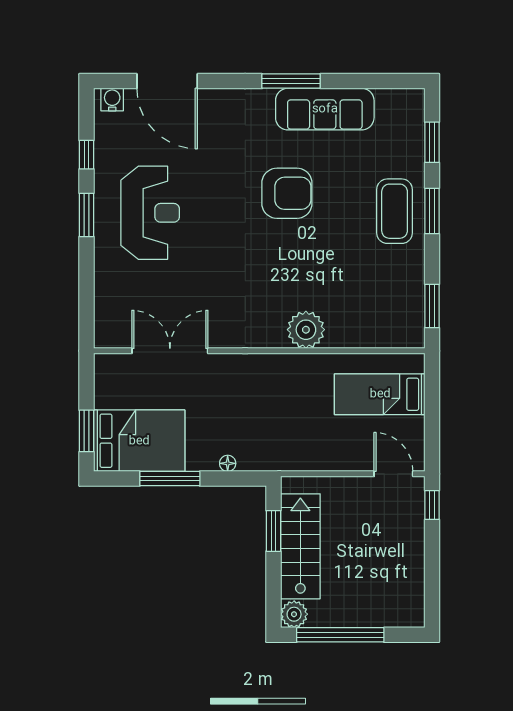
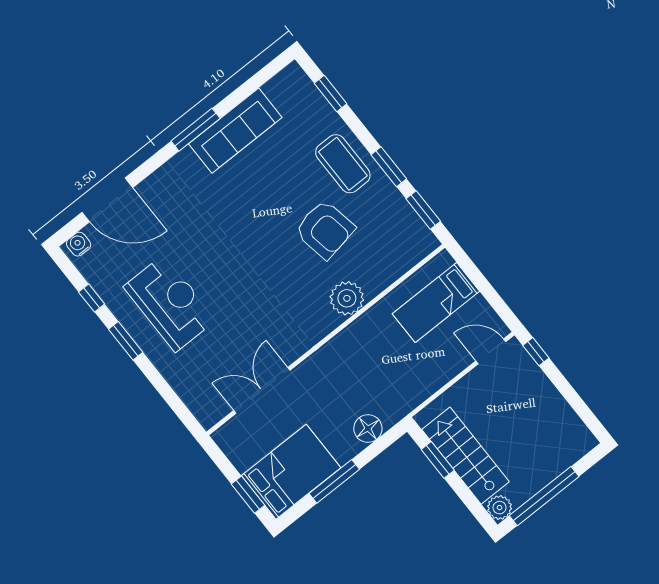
armchair: (287, 193) -> (325, 229), moved, turned 80
window: (432, 211) -> (389, 167), moved
floor lamp: (228, 463) -> (368, 429), width x1.89, depth x1.89

